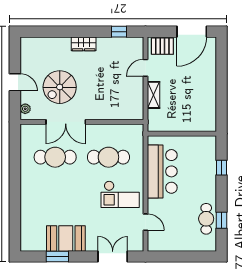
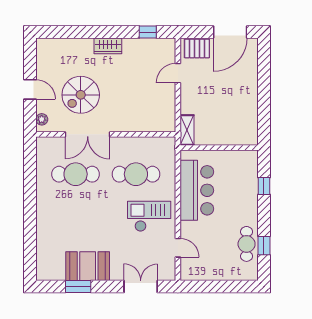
shelving: (154, 95) -> (187, 130), moved
checkout: (120, 194) -> (149, 216), turned 180

